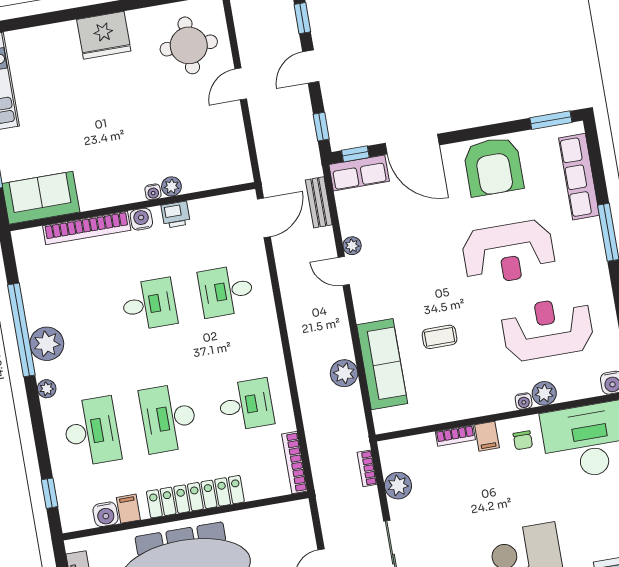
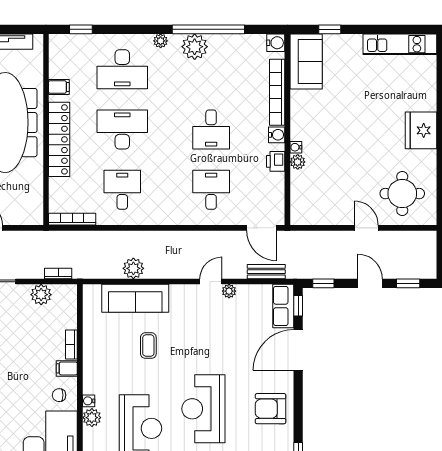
armchair: (493, 166) -> (271, 409), width x0.73, depth x0.73
desk: (246, 405) -> (122, 190), turned 180
water cooler: (105, 514) -> (276, 43), moved, turned 180

